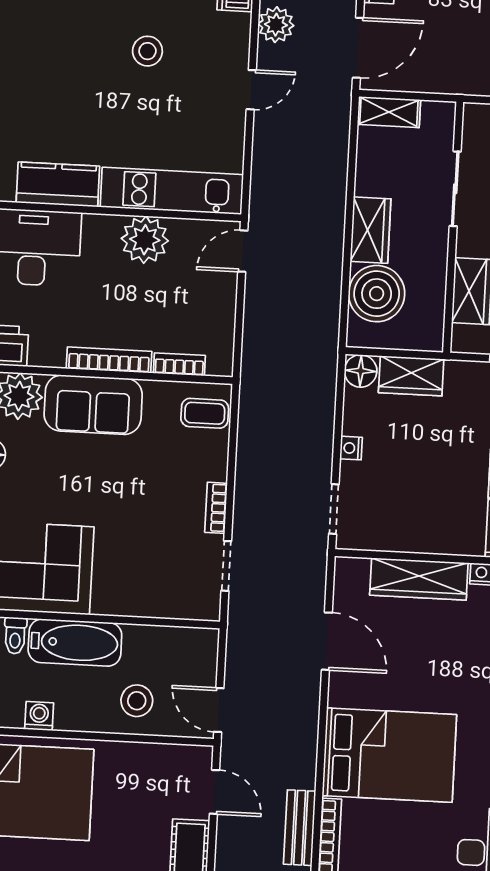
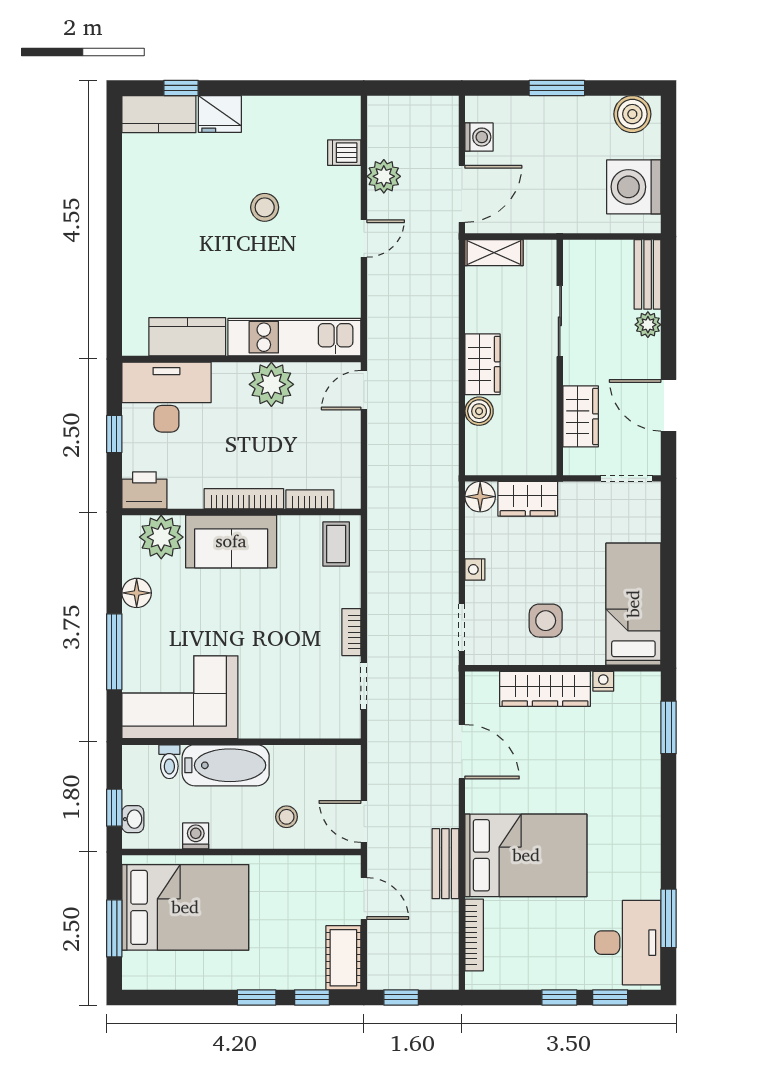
boiler: (377, 294) -> (479, 411), width x0.54, depth x0.54
coffee table: (205, 413) -> (336, 544), turned 90
side table: (423, 506) -> (546, 621), added
stool: (137, 701) -> (287, 817), width x0.73, depth x0.73
bench: (300, 828) -> (445, 864), moved

